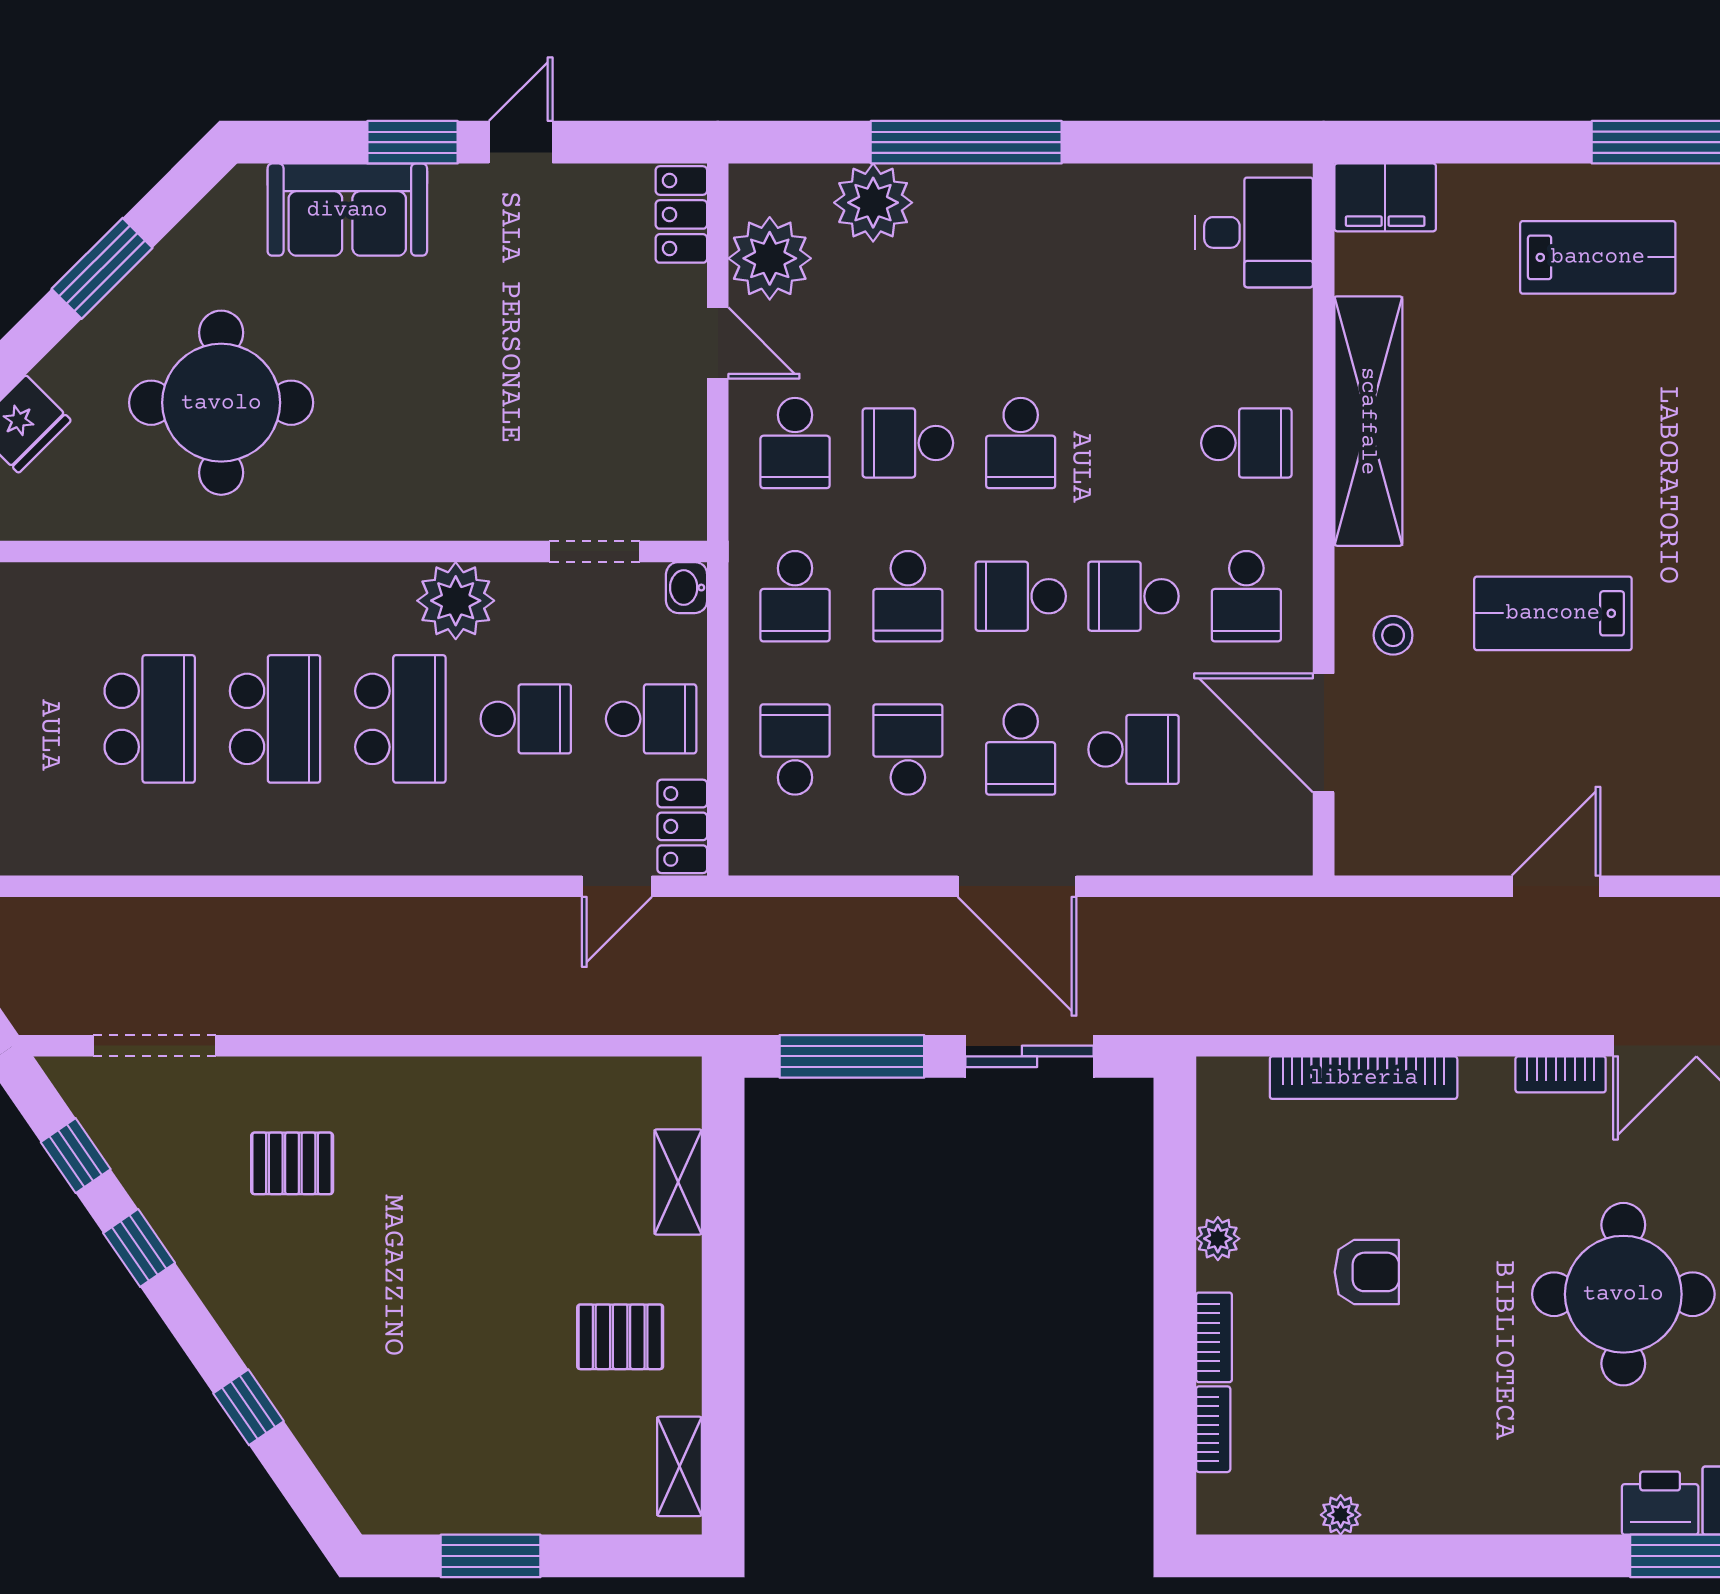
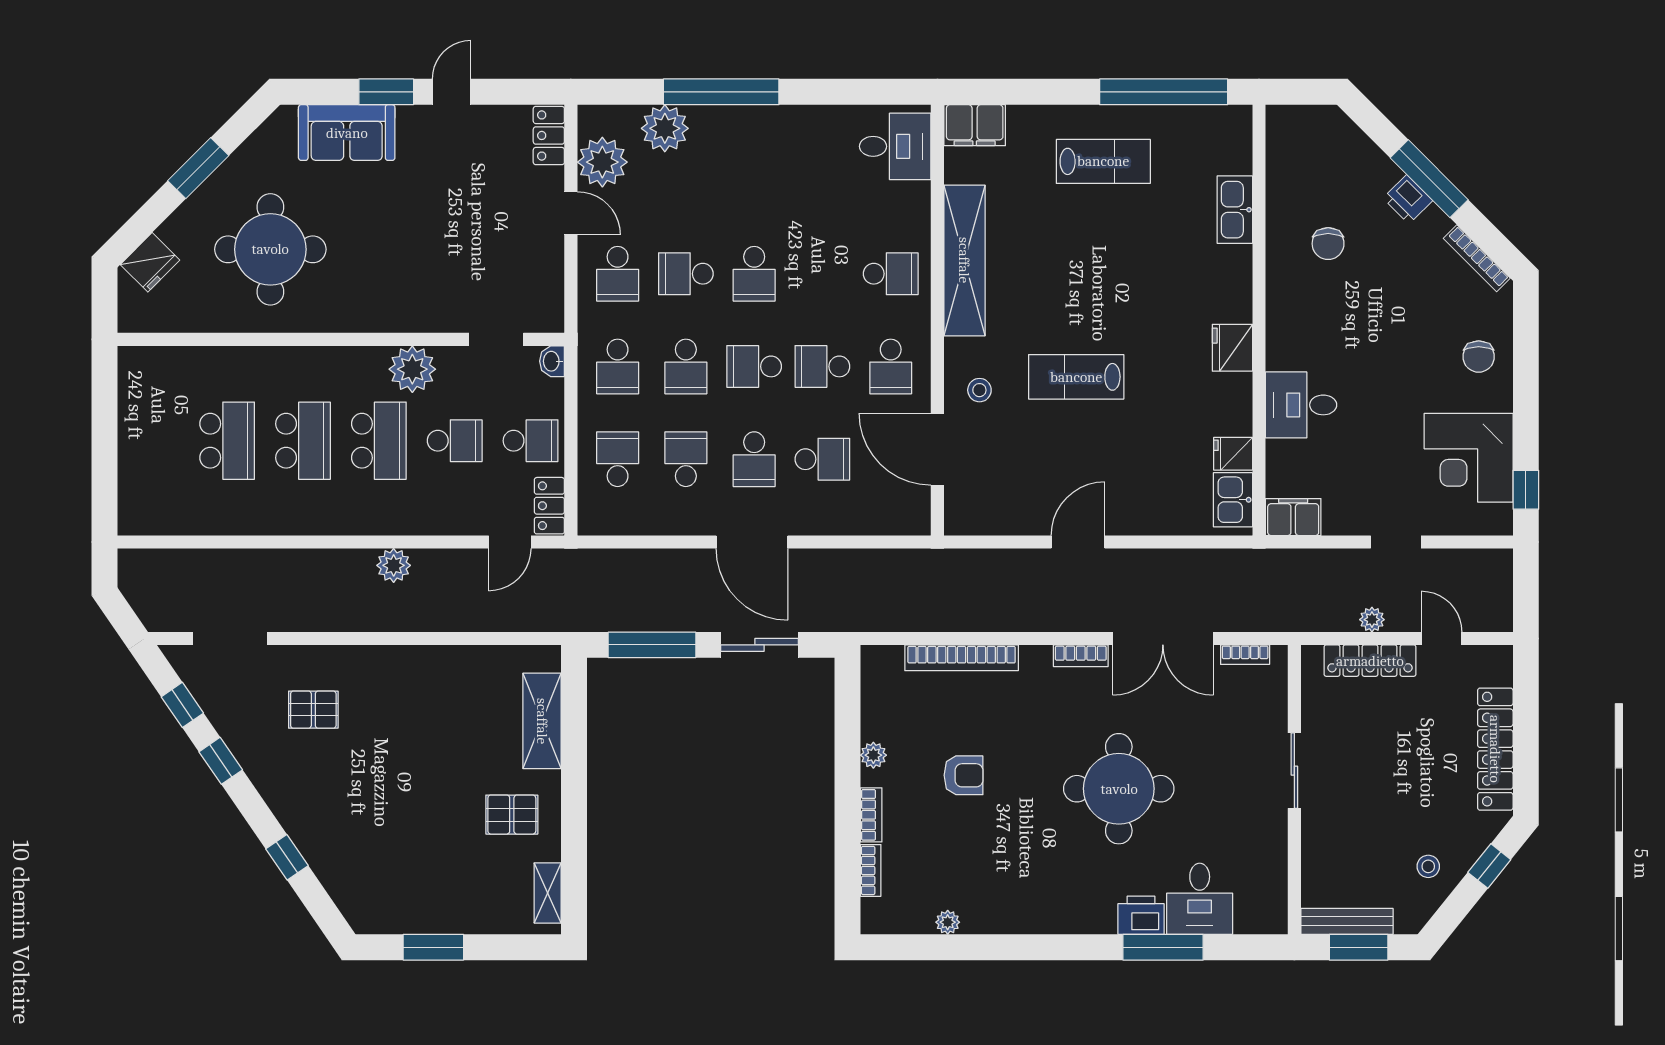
plant: (425, 925) -> (394, 565), added
shelving: (678, 1182) -> (542, 721), width x1.50, depth x1.33

